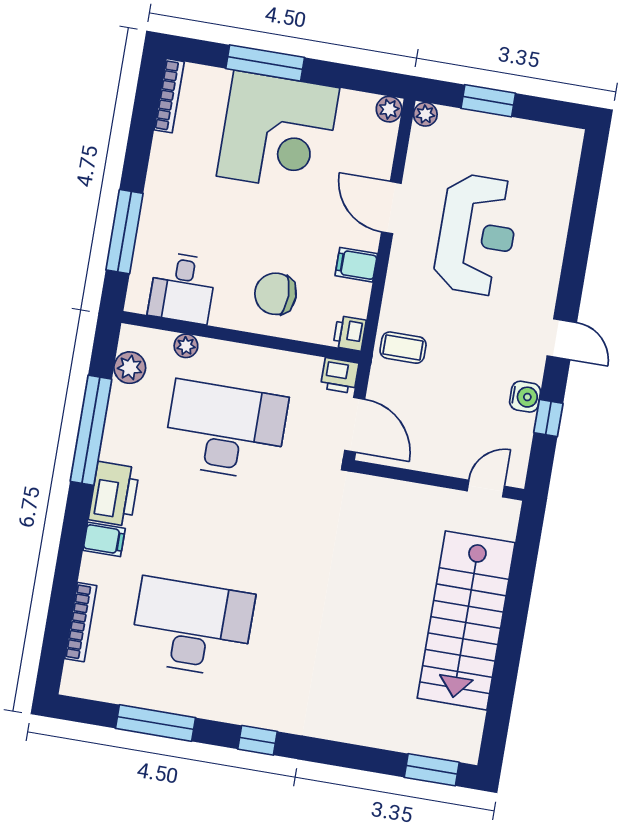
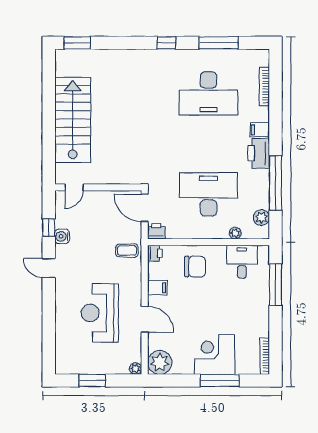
window: (488, 101) -> (92, 381), moved
plant: (389, 109) -> (160, 362), width x1.88, depth x1.88
corner desk: (278, 132) -> (215, 354), width x0.74, depth x0.74
desk: (225, 430) -> (208, 194), turned 180

